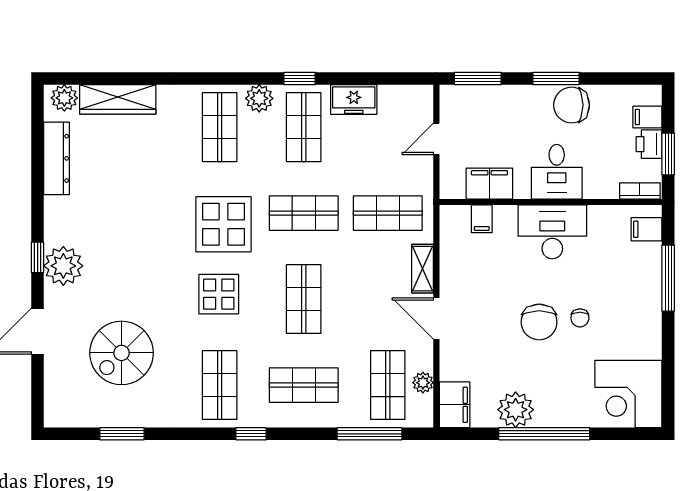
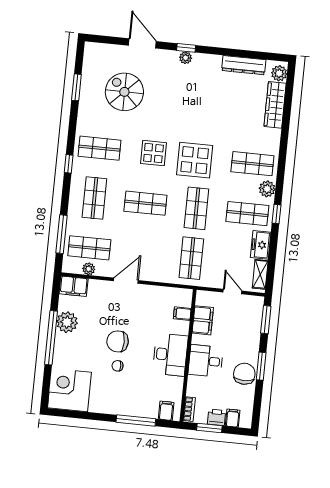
plant: (63, 266) -> (186, 58), width x0.53, depth x0.53
shelving: (423, 269) -> (260, 274), moved, turned 90

